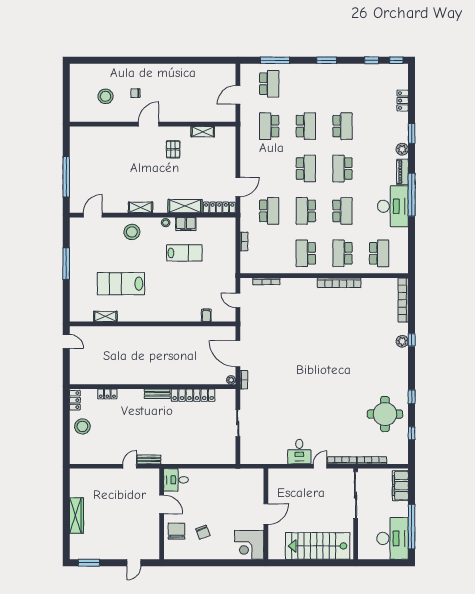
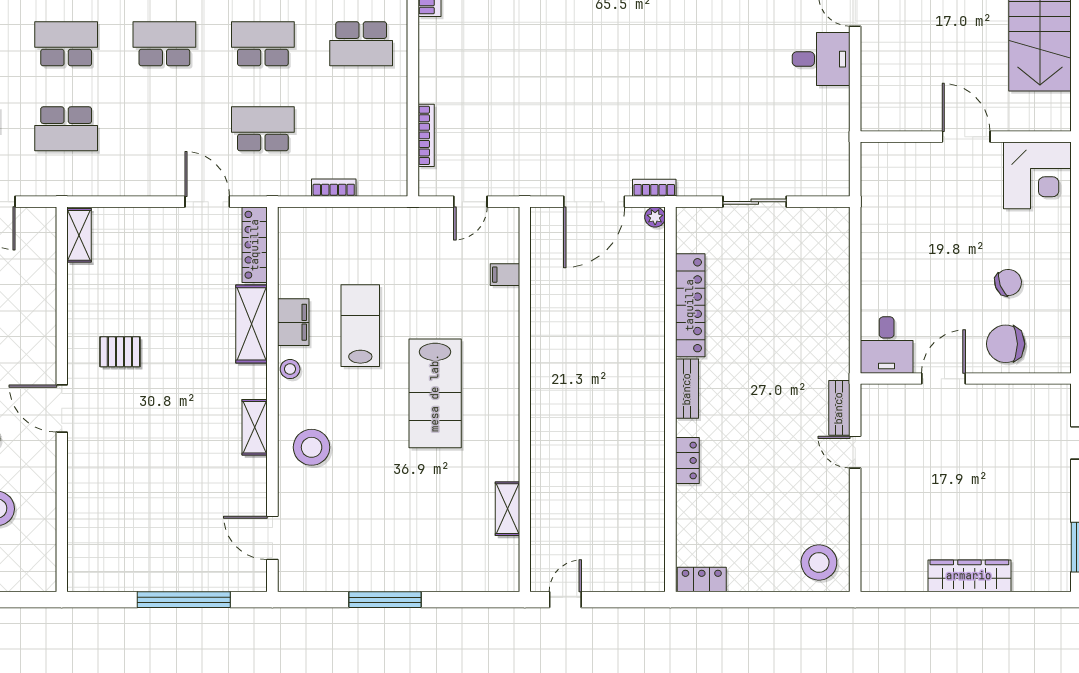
shelving: (203, 132) -> (79, 235), moved
school desk: (306, 211) -> (263, 44), turned 180
lab bench: (121, 284) -> (435, 393), moved
locker: (107, 394) -> (687, 460), moved
stool: (82, 426) -> (819, 562), moved

